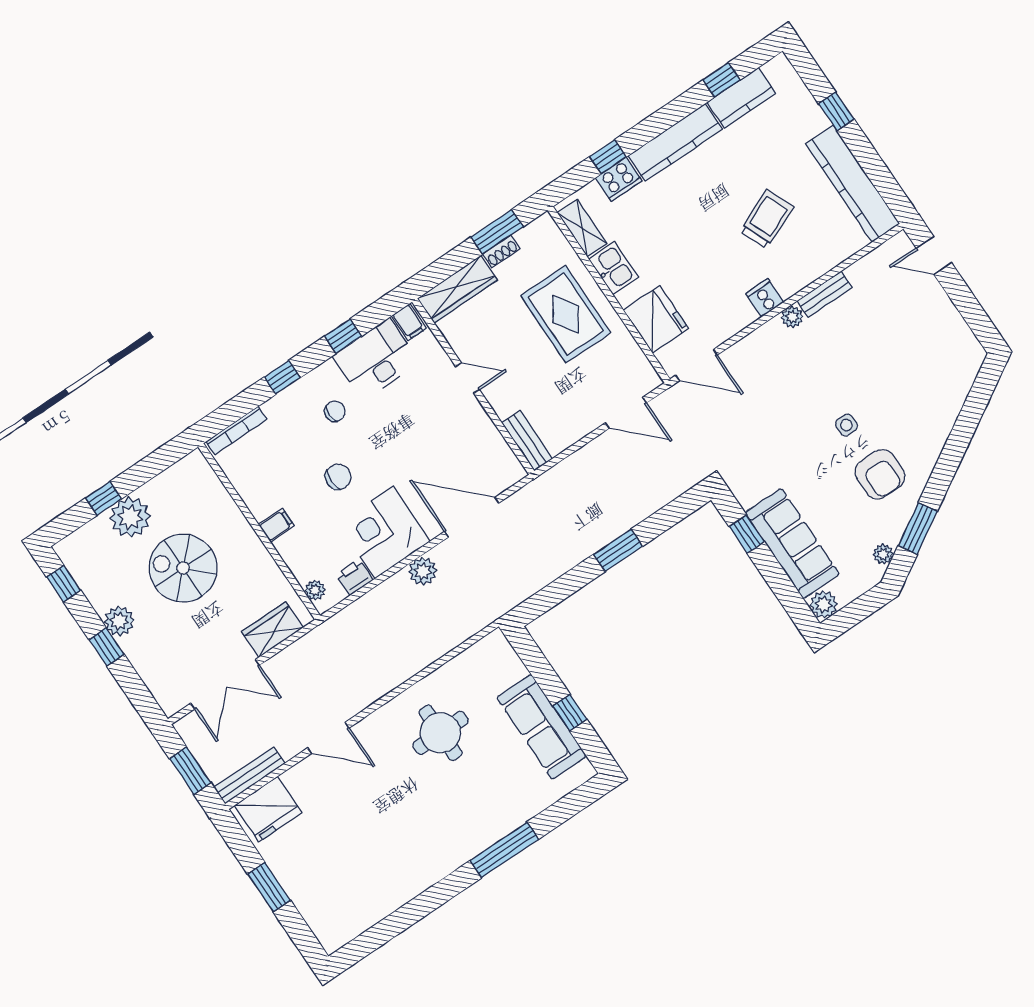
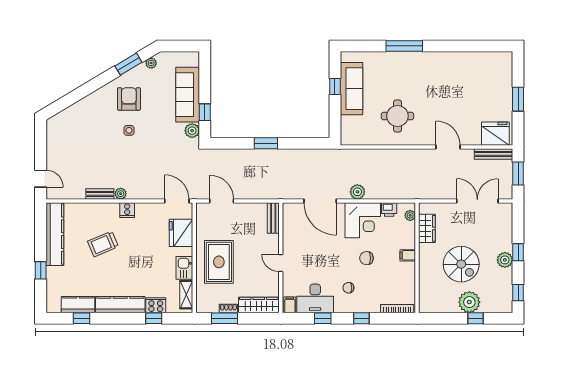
plant: (824, 605) -> (192, 131), moved
wardrobe: (272, 630) -> (427, 228), moved, turned -90

